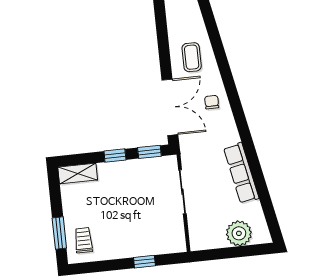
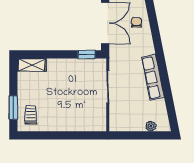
window: (115, 155) -> (61, 54), removed
plant: (239, 233) -> (151, 126), width x0.53, depth x0.53
window: (144, 262) -> (74, 135), removed

